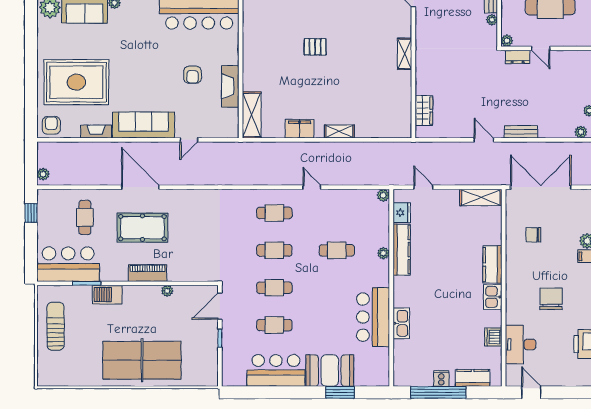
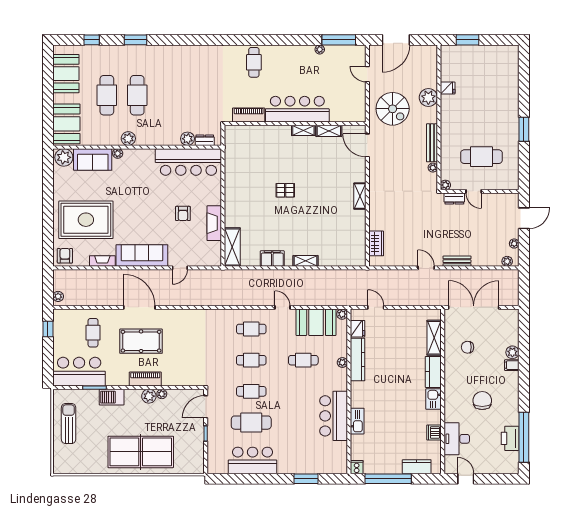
shelving: (481, 197) -> (434, 338), moved, turned 90
plant: (152, 294) -> (149, 396), added
cafe table: (274, 325) -> (251, 423), width x1.37, depth x1.35
booth: (330, 371) -> (316, 322), moved
cooker: (441, 378) -> (357, 467), moved

